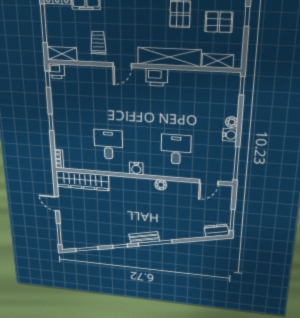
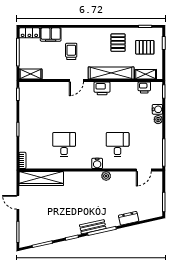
trolley: (98, 43) -> (71, 51), moved
printer: (57, 71) -> (144, 87), moved
water cooler: (230, 135) -> (157, 109), moved
water cooler: (136, 168) -> (97, 163), moved
dresser: (216, 231) -> (129, 218), moved

